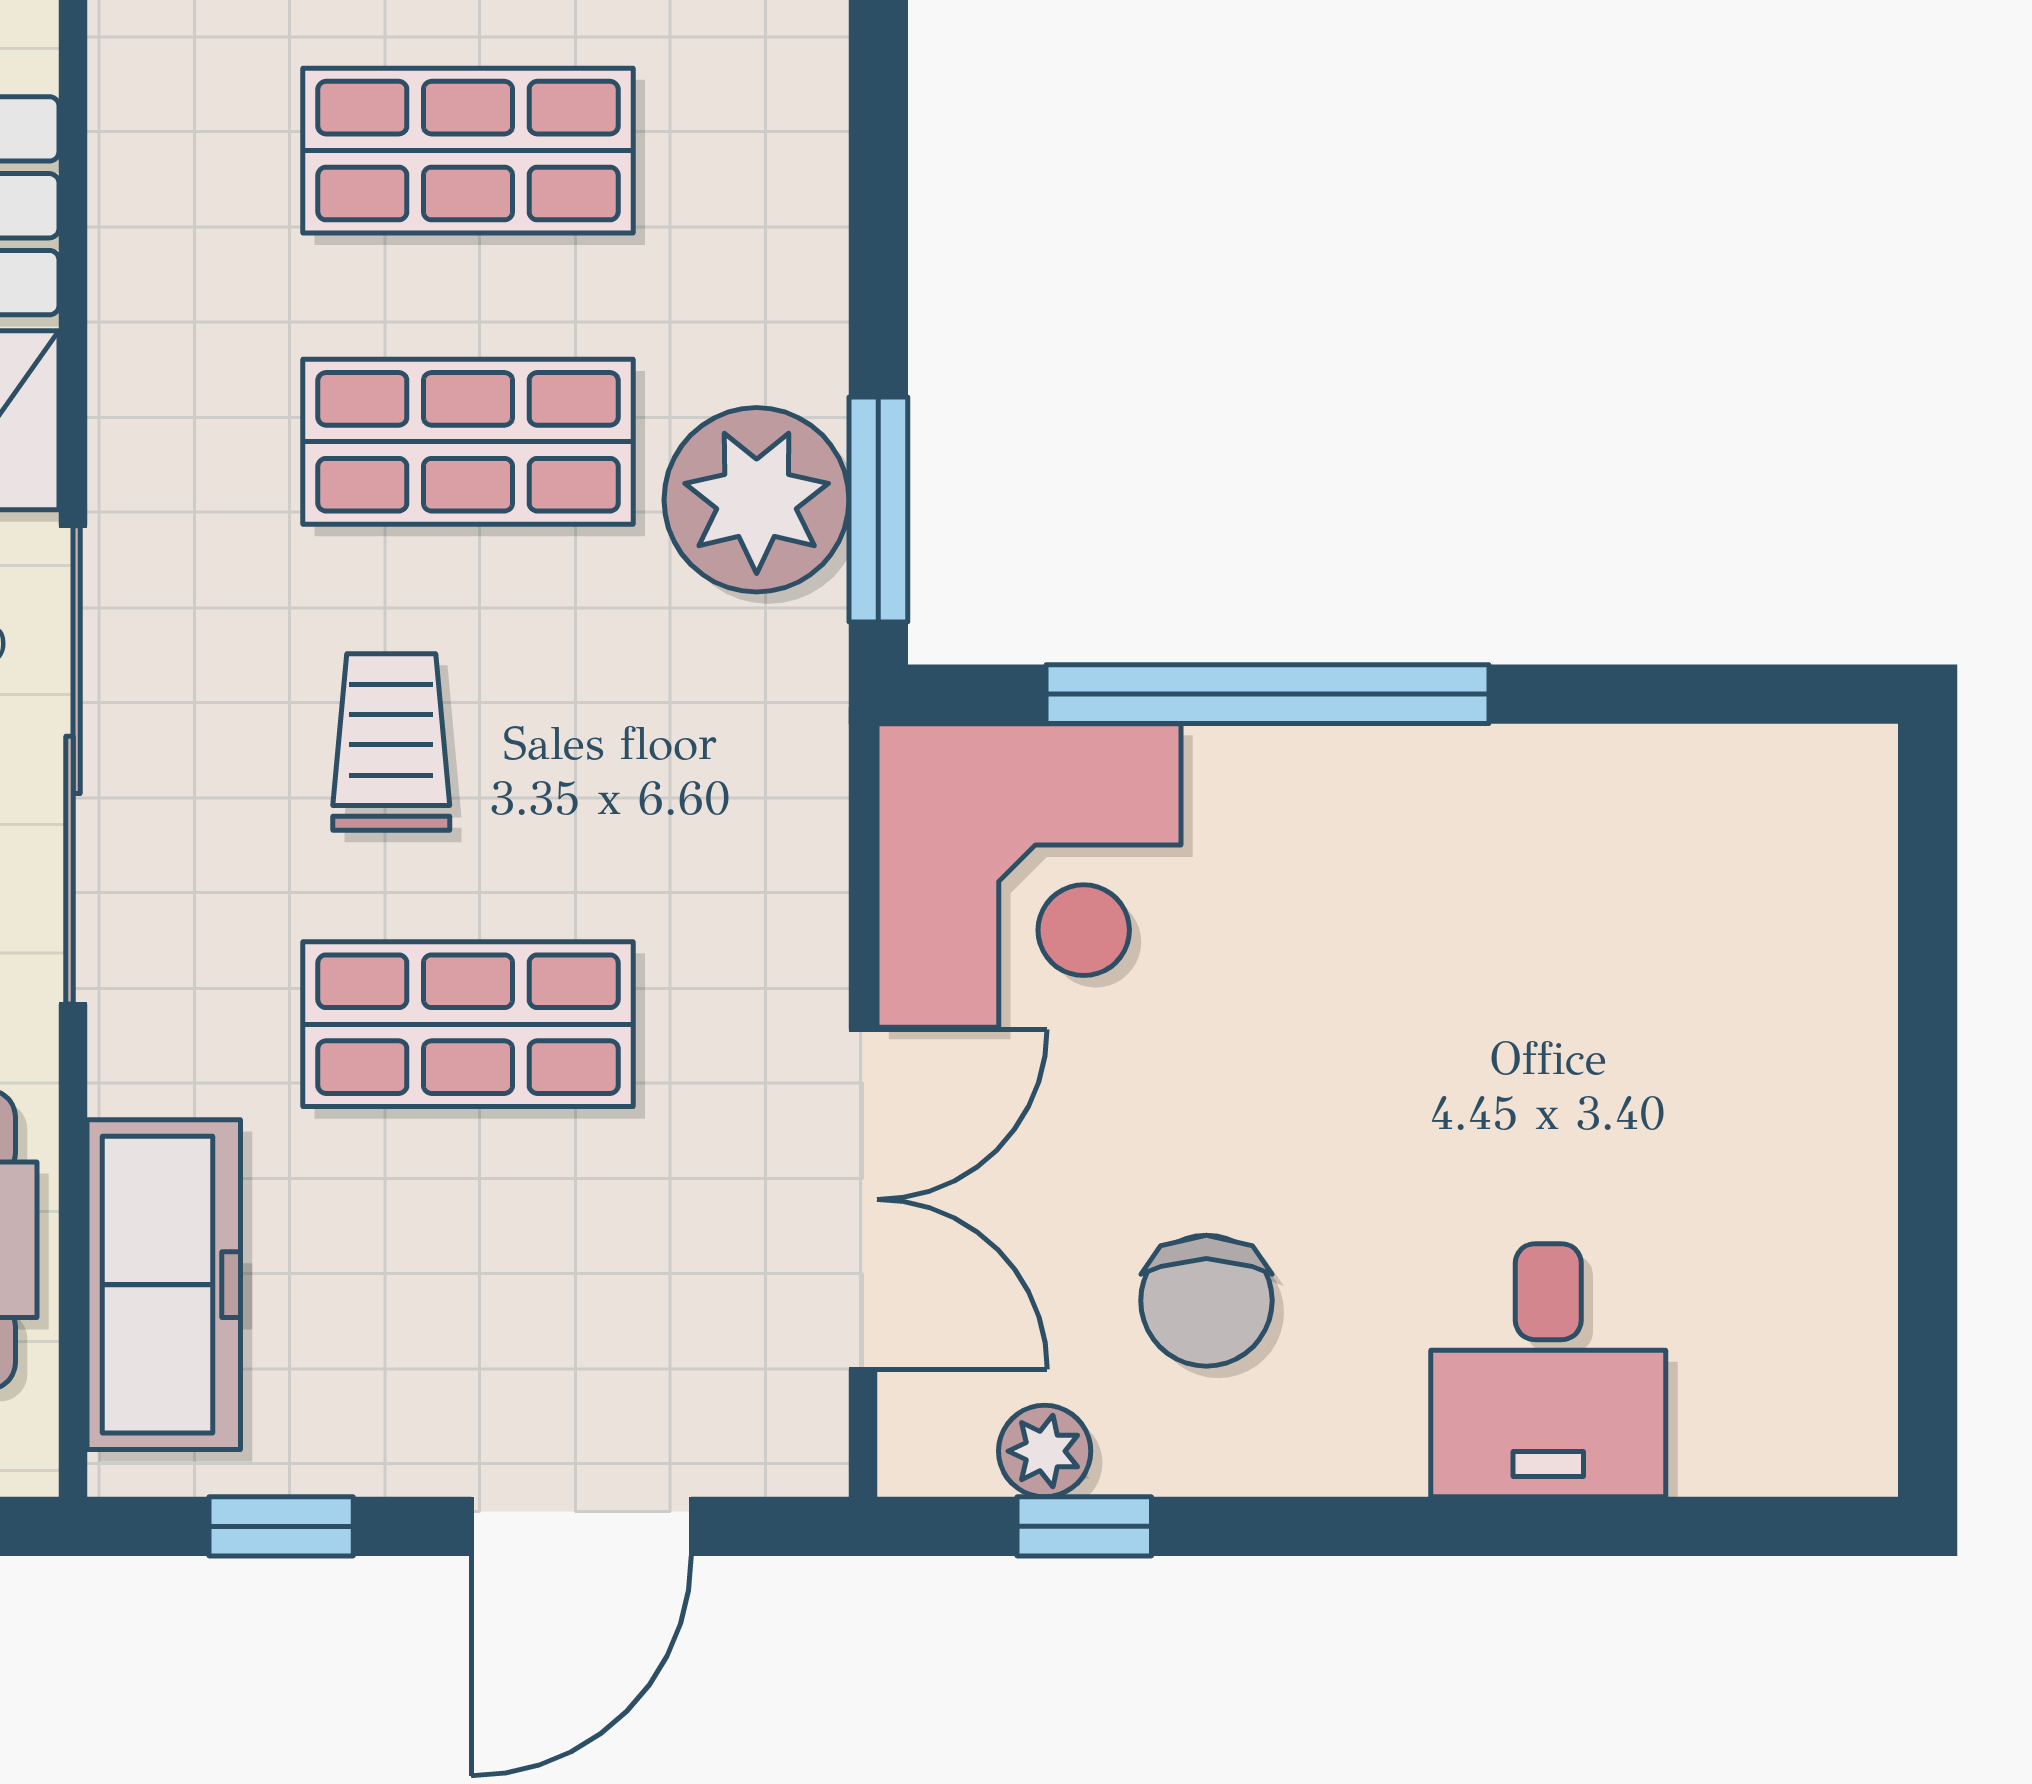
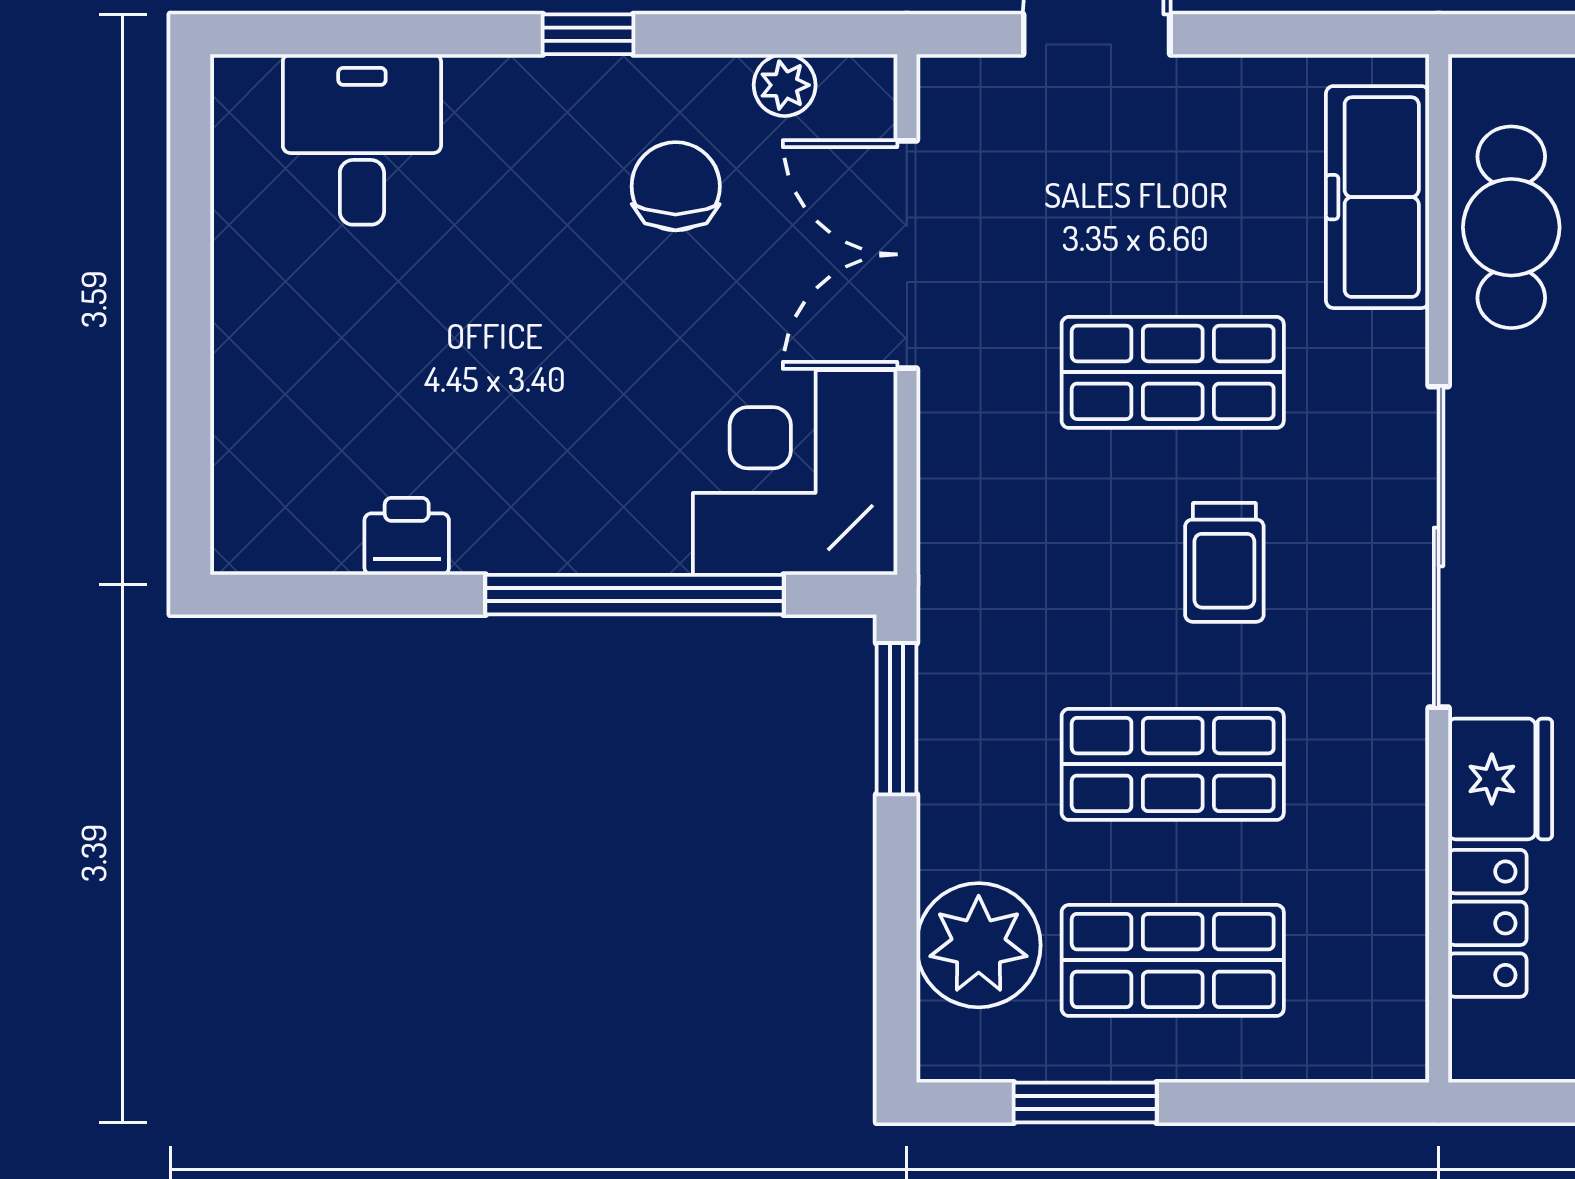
plant: (757, 500) -> (979, 945), moved
printer: (1606, 781) -> (407, 536), added
desk: (1548, 1370) -> (362, 139), moved
window: (281, 1526) -> (1299, 34), removed
window: (1084, 1526) -> (588, 34), moved

